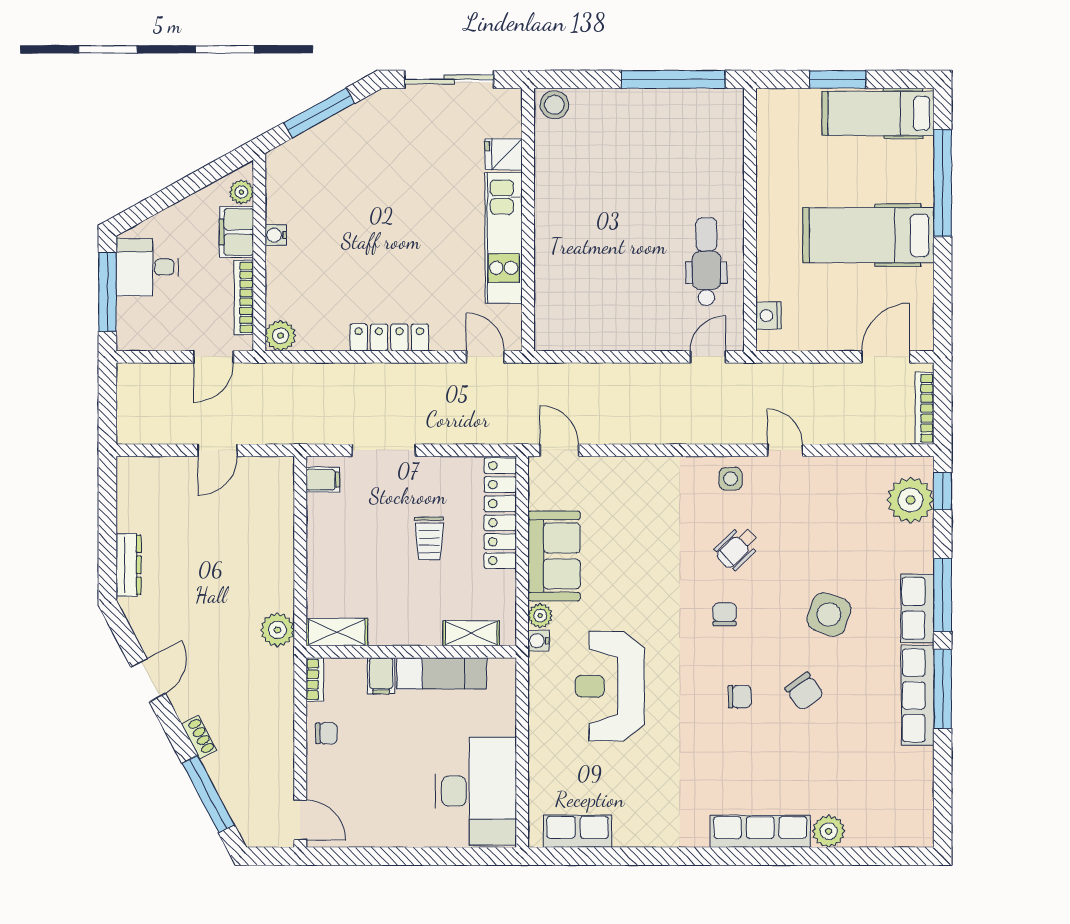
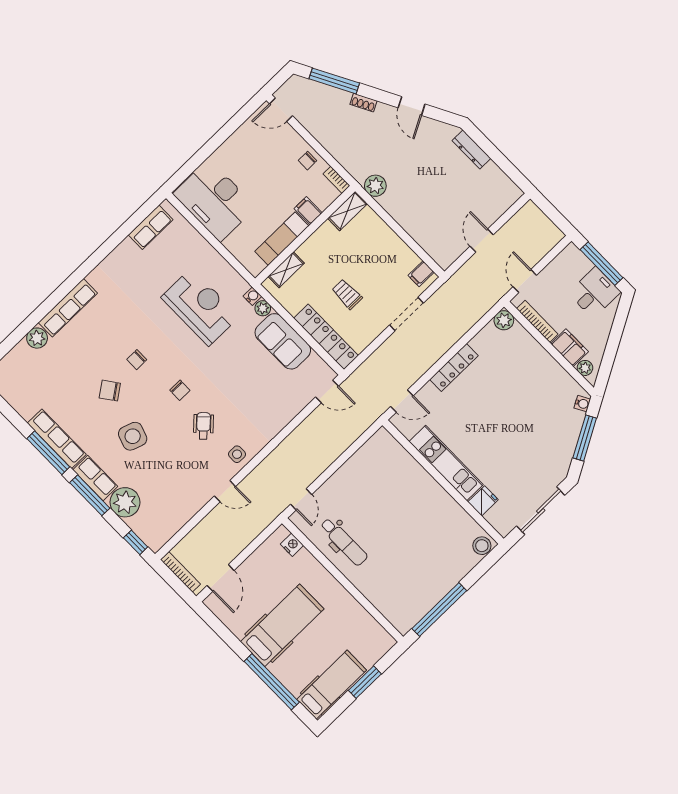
water cooler: (276, 235) -> (582, 404), moved, turned 61
plant: (911, 500) -> (125, 502), moved

